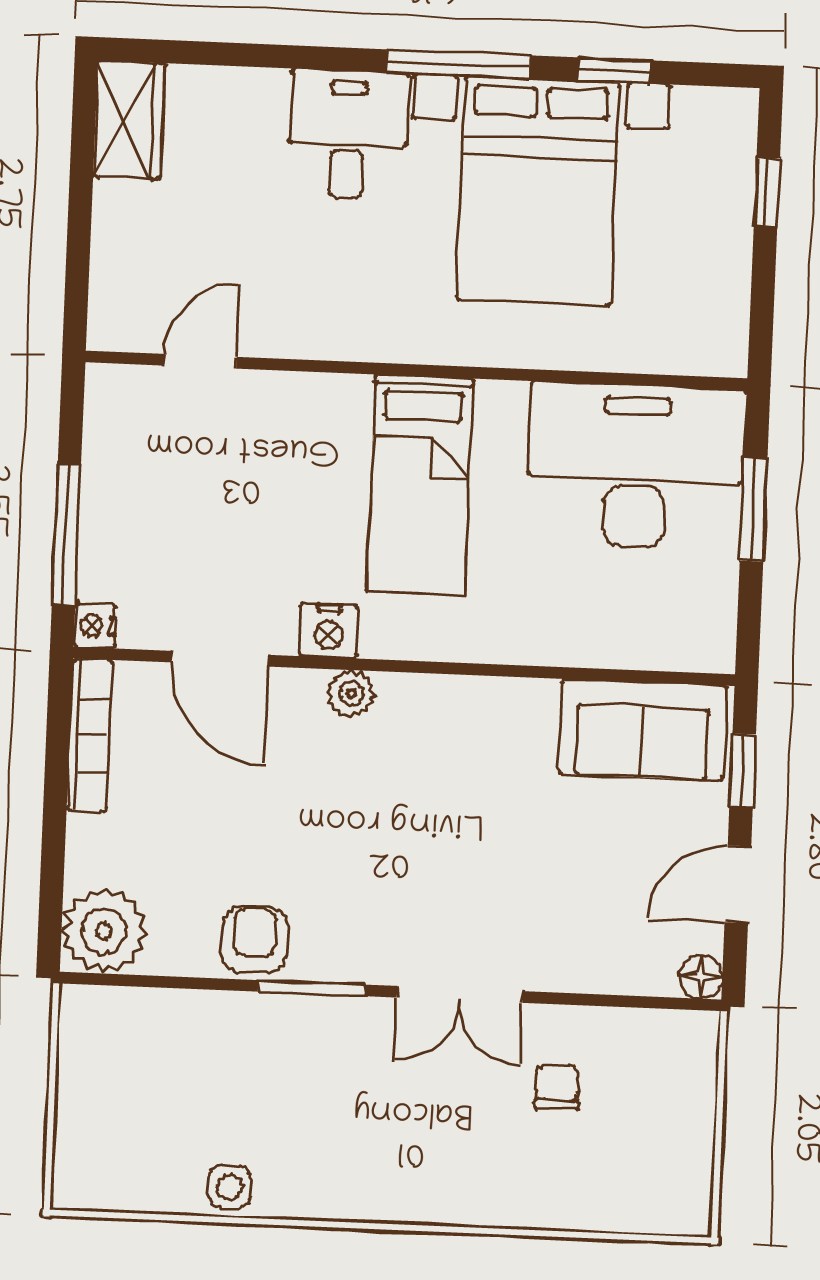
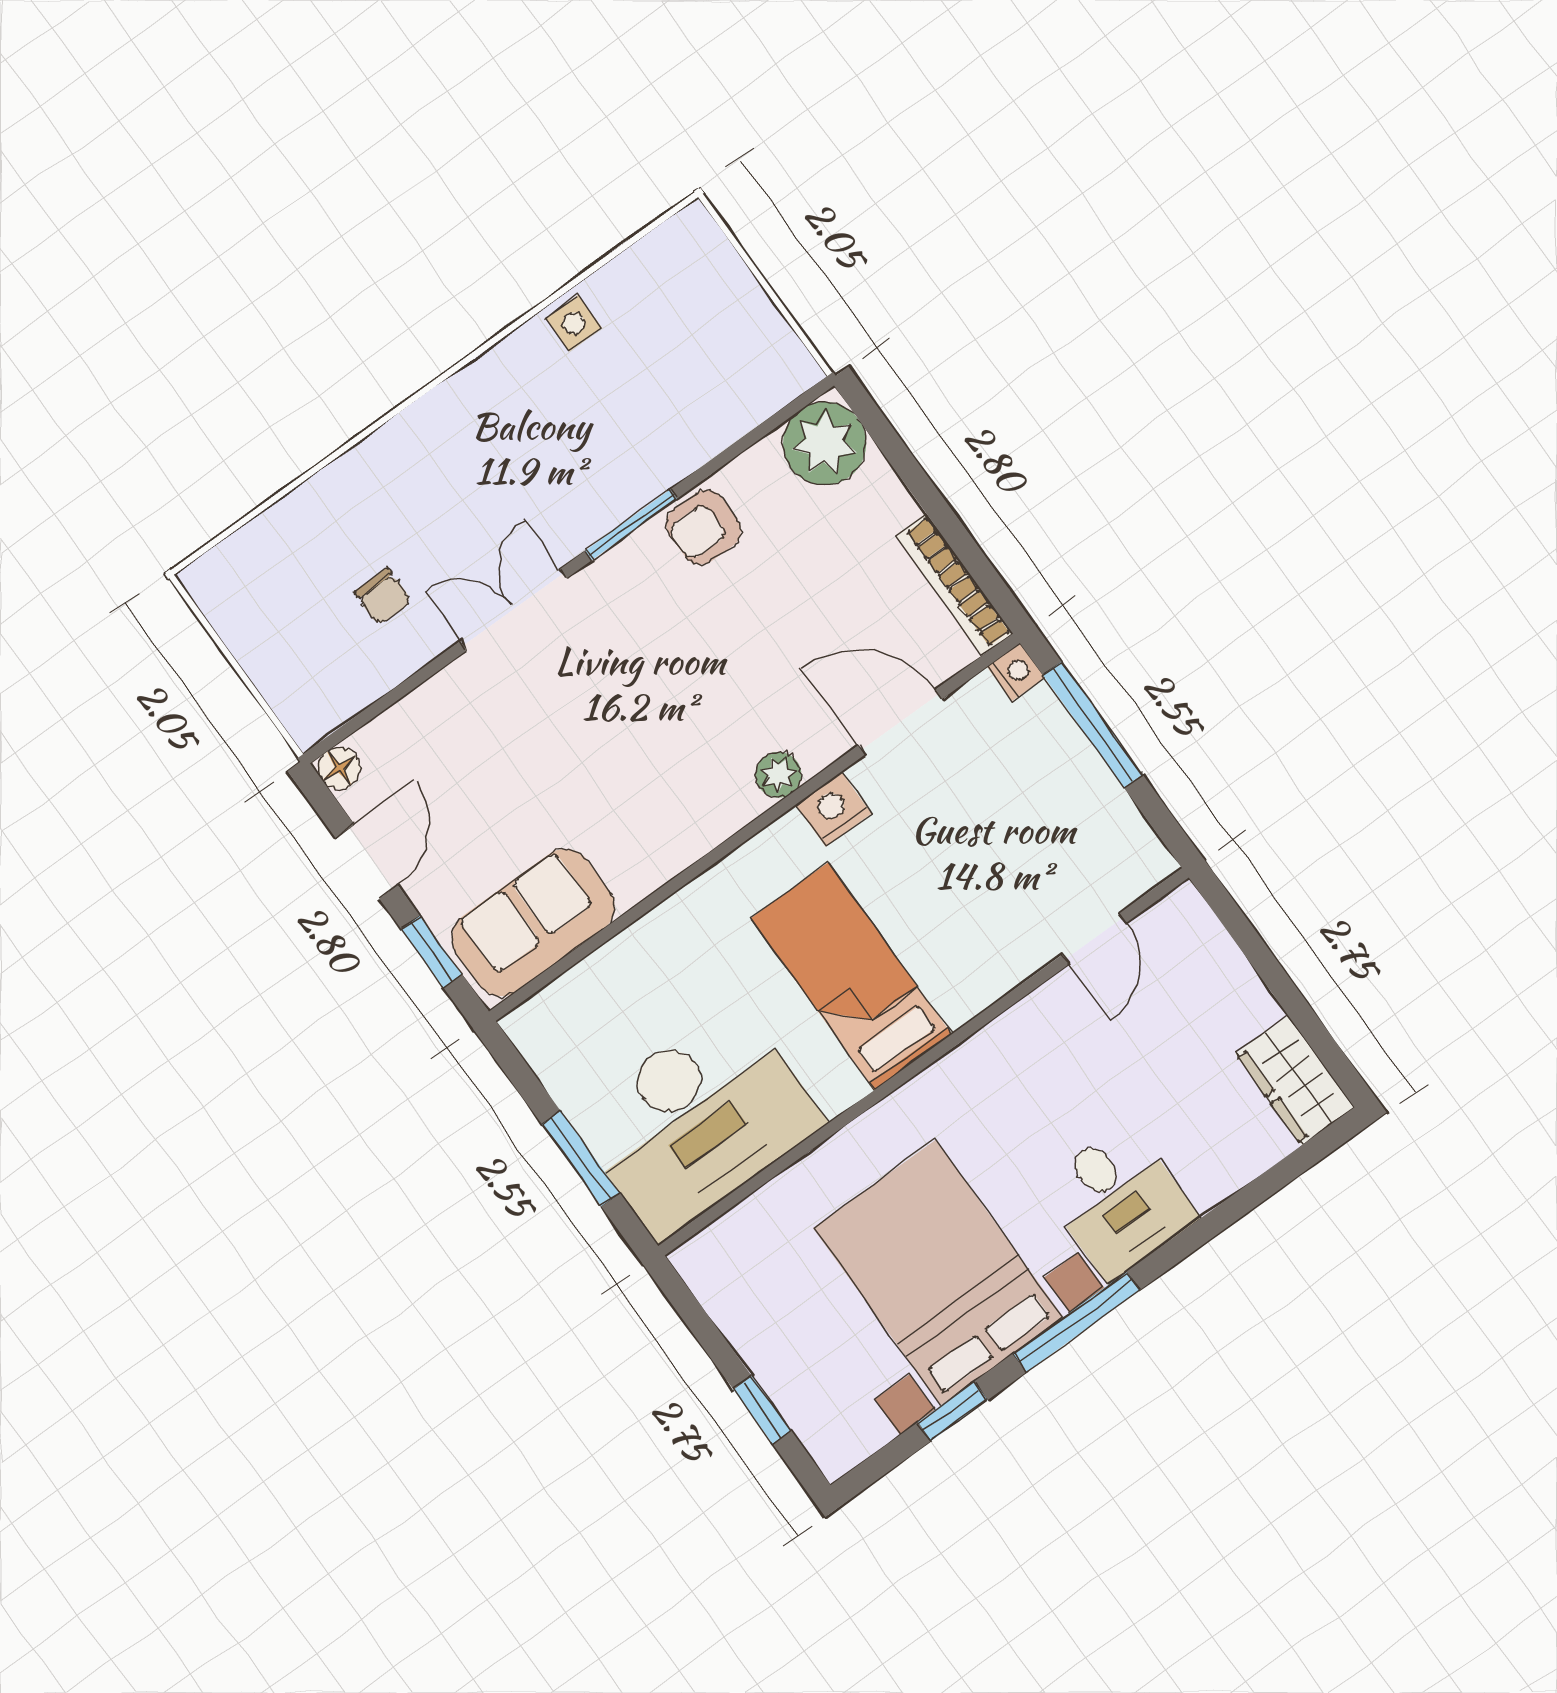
armchair: (255, 940) -> (704, 527), turned 90

